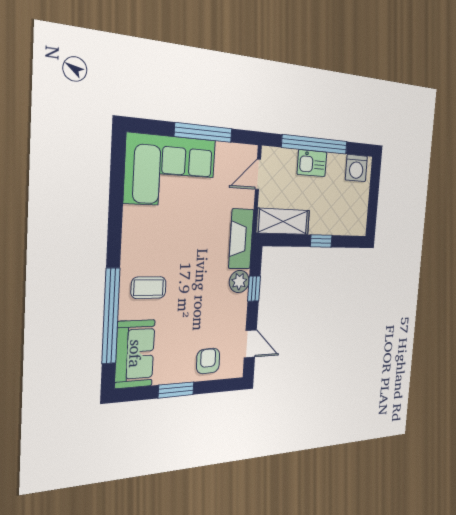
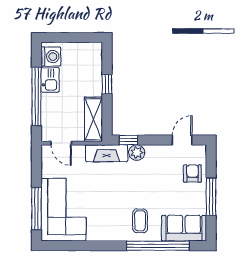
window: (203, 132) -> (36, 209), moved
kitchen sink: (312, 163) -> (50, 80), moved
window: (254, 289) -> (128, 140), moved
armchair: (208, 361) -> (192, 174), turned 92
window: (176, 390) -> (211, 197), width x1.44

